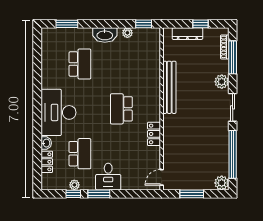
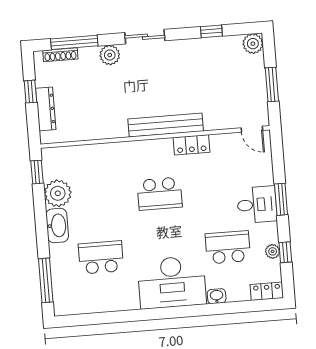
window: (67, 24) -> (46, 280), width x1.44
plant: (127, 33) -> (58, 193), width x1.88, depth x1.88
bench: (169, 87) -> (166, 125), moved
window: (233, 154) -> (211, 31), width x0.32
locker: (47, 162) -> (267, 291), moved
window: (99, 194) -> (281, 199), moved

